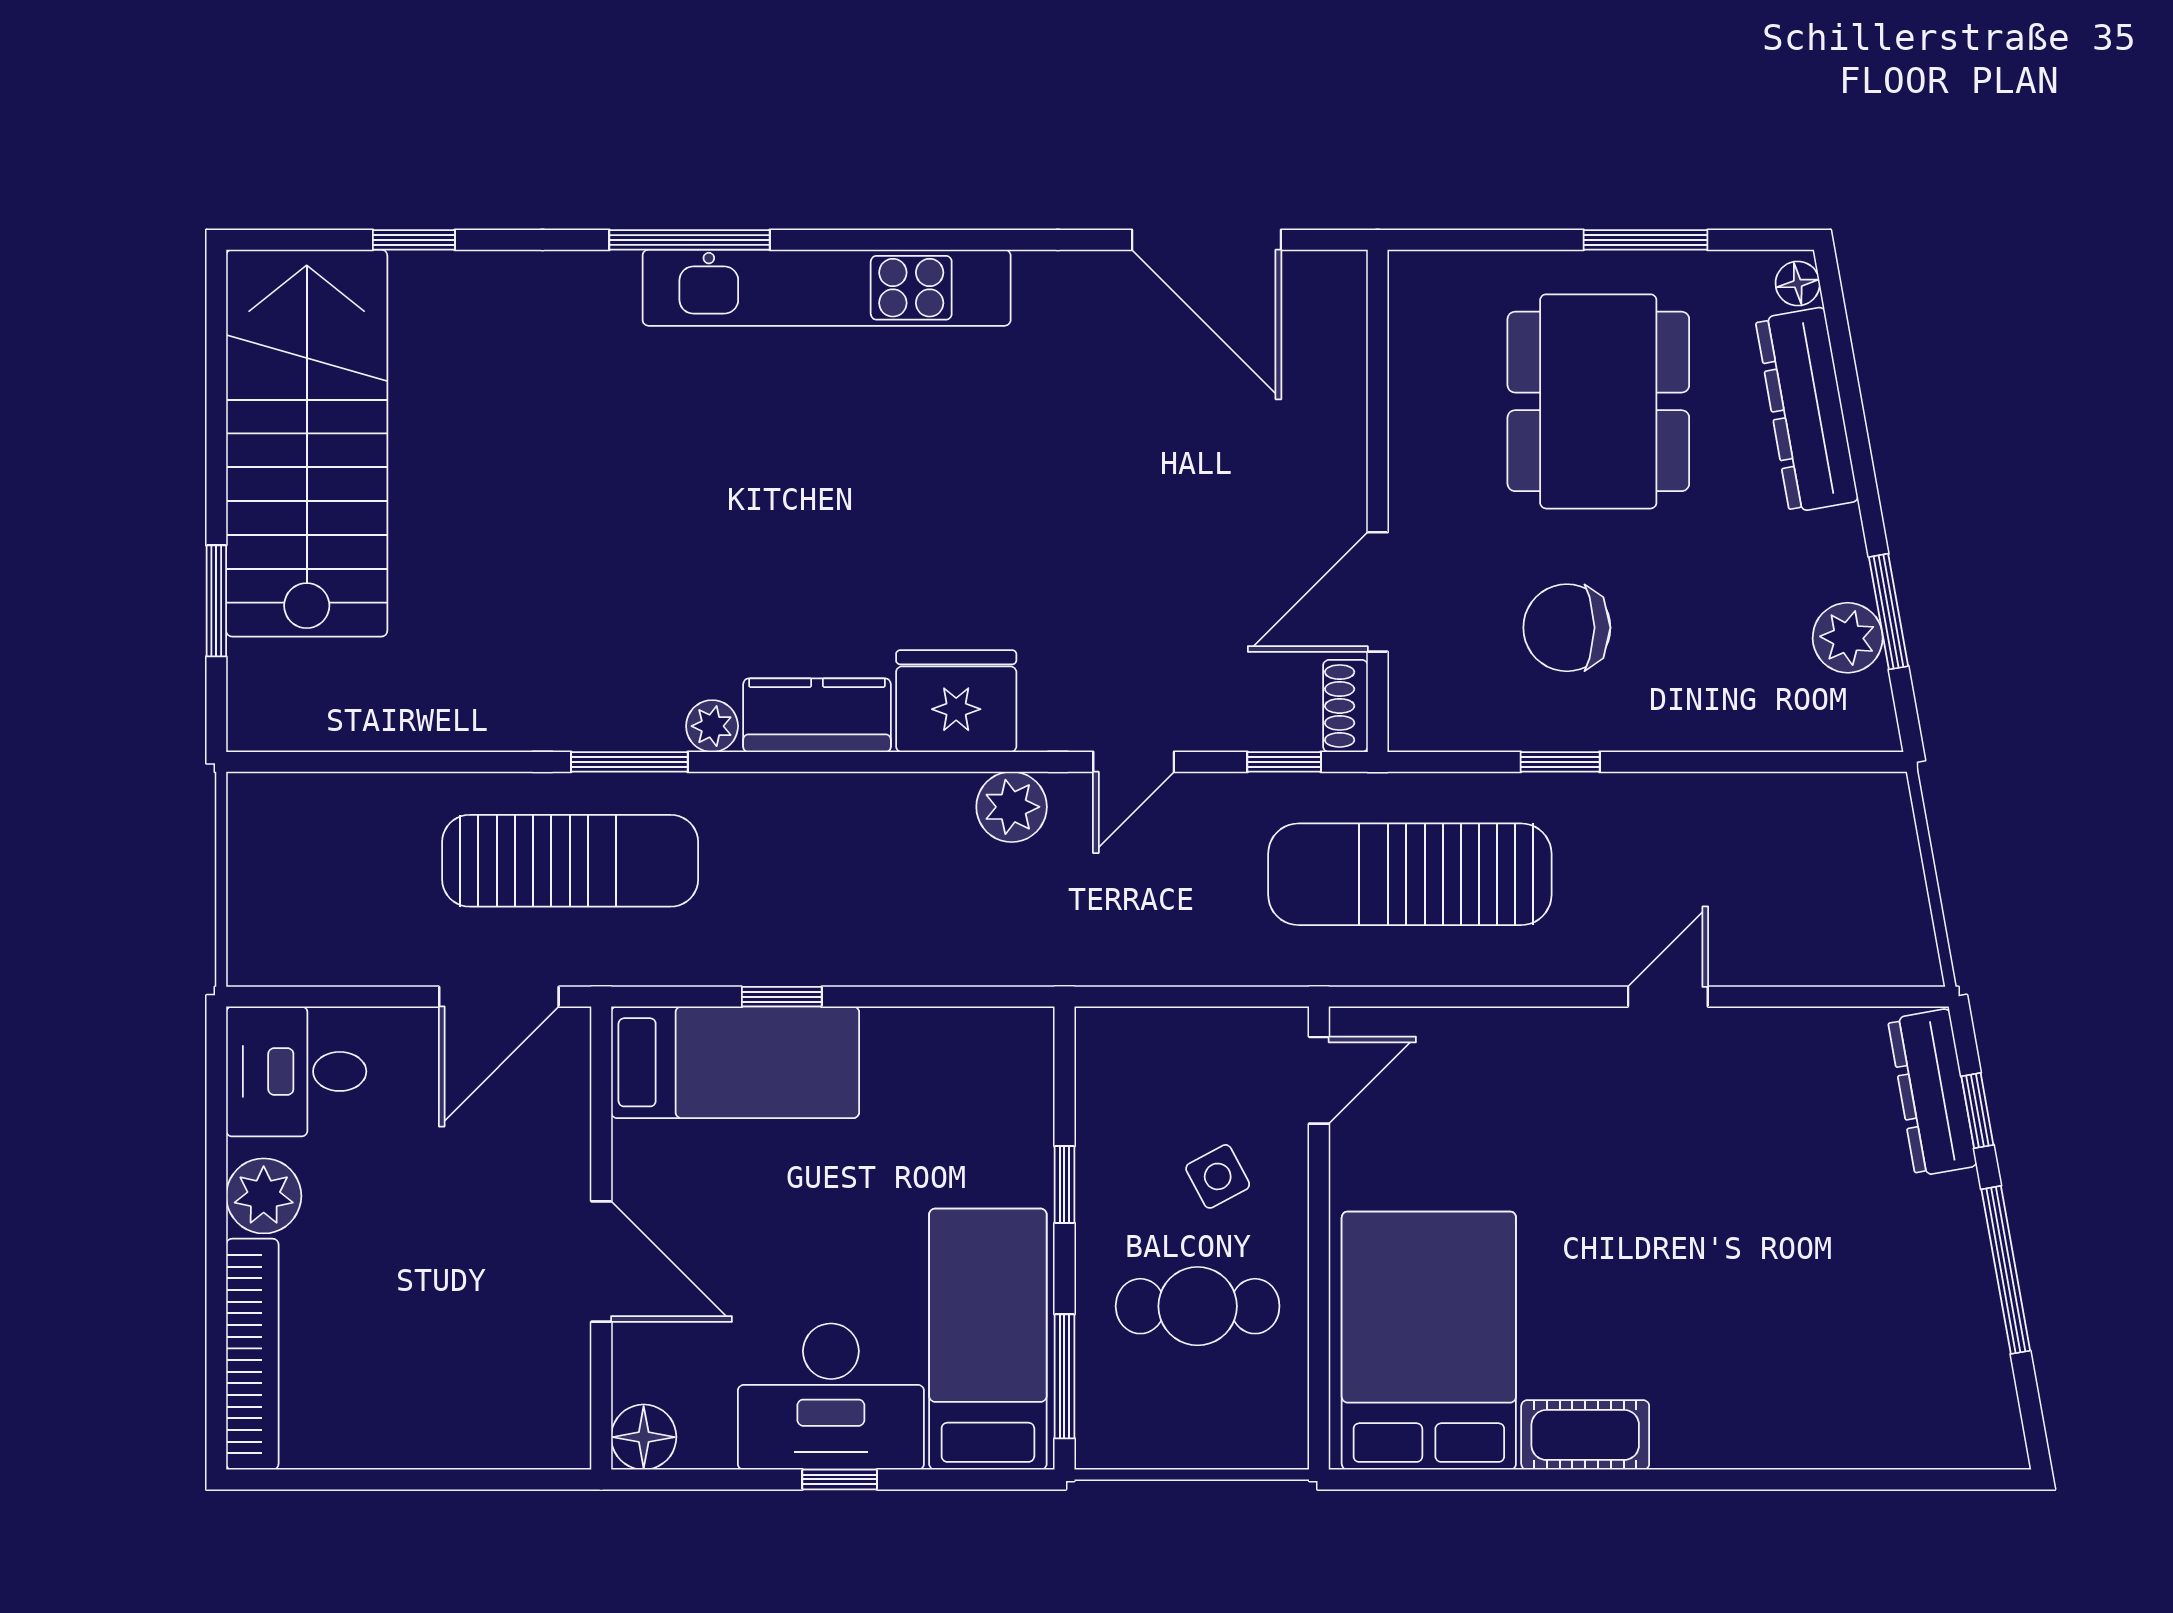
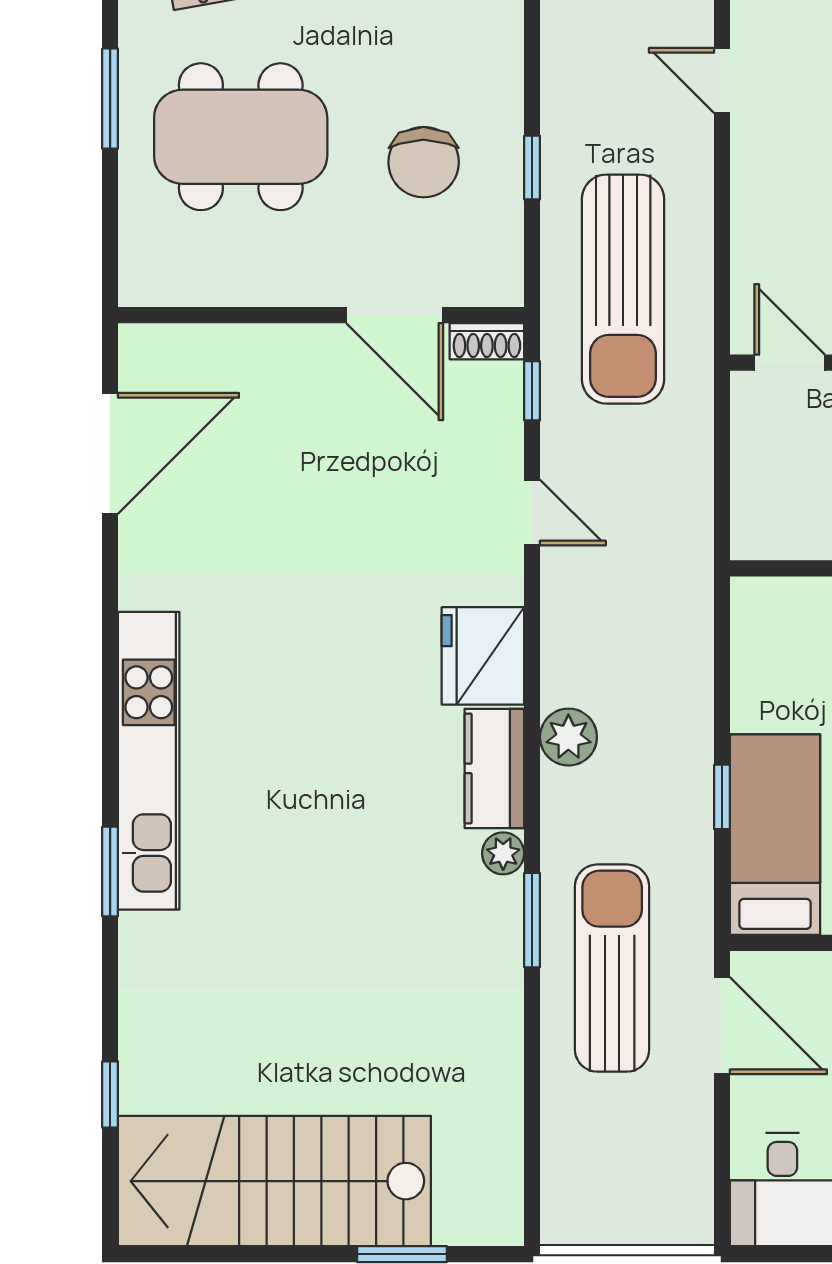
window: (690, 240) -> (110, 872), width x0.69
plant: (1012, 807) -> (568, 737), moved

